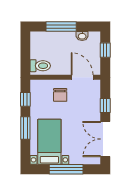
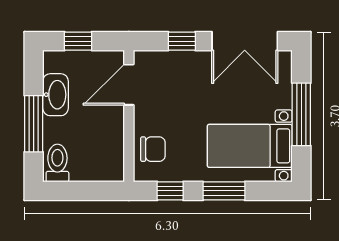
washbasin: (82, 36) -> (56, 95), width x1.91, depth x1.45
toilet: (40, 66) -> (57, 163), moved
chair: (60, 95) -> (153, 149), moved

